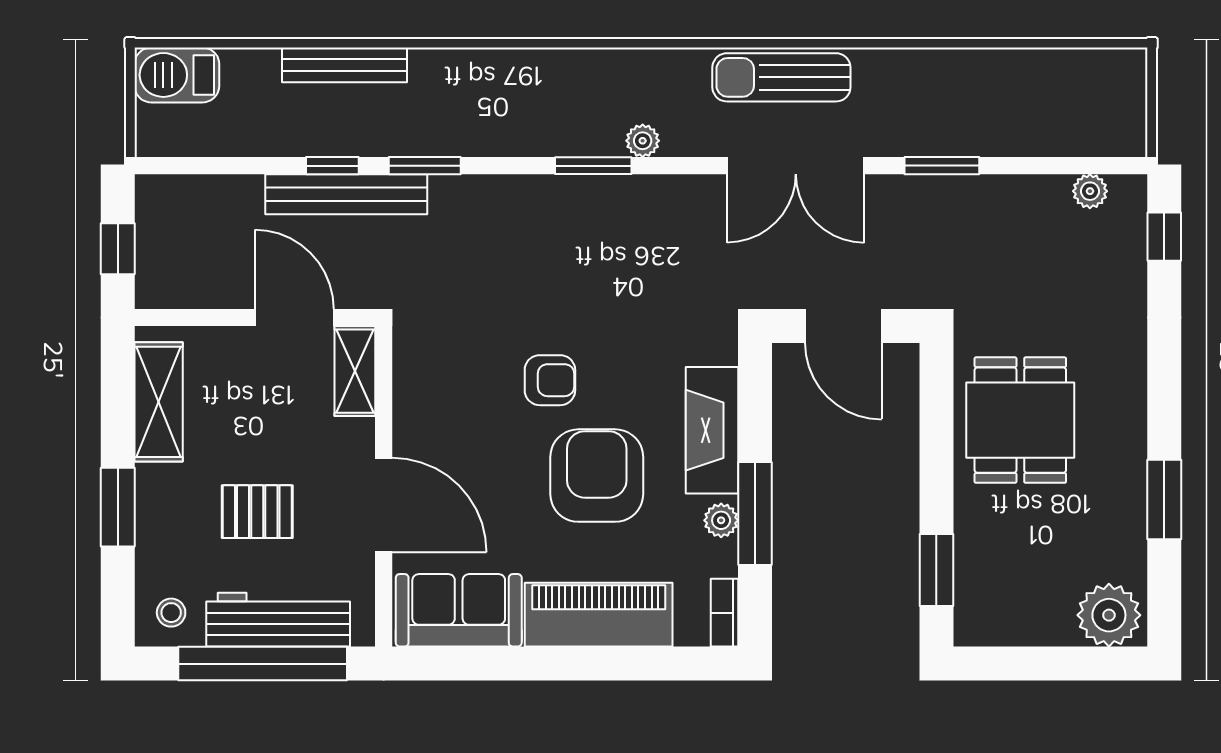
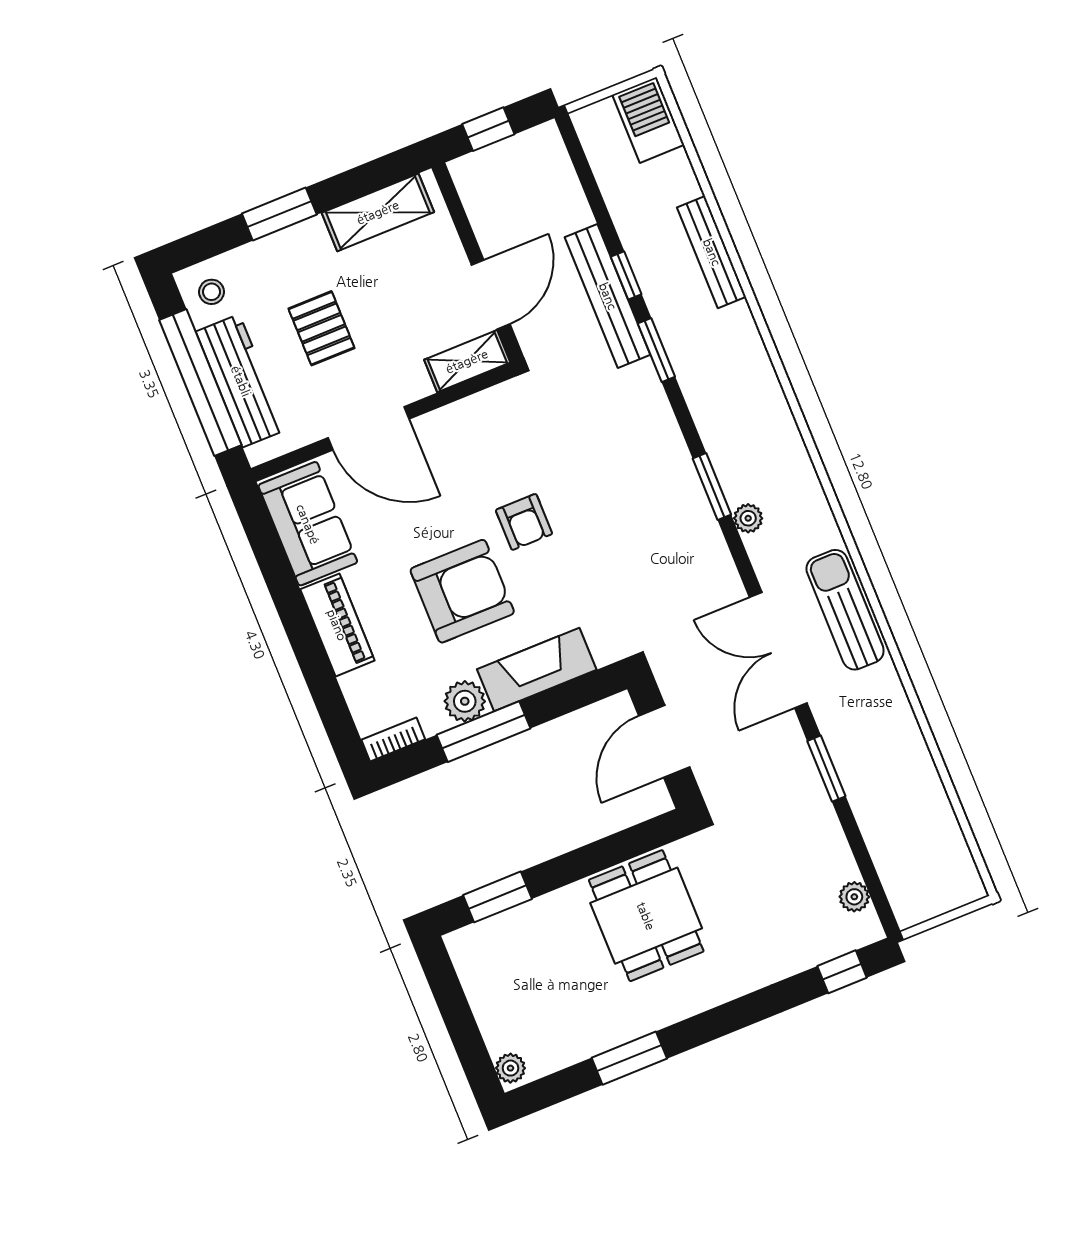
dining table: (1020, 420) -> (646, 916), turned 90
door: (384, 505) -> (368, 428), hinge flipped
plant: (721, 520) -> (465, 701), width x1.38, depth x1.38
piano: (599, 615) -> (337, 625), width x0.73, depth x0.75
plant: (1109, 615) -> (510, 1068), width x0.53, depth x0.53

